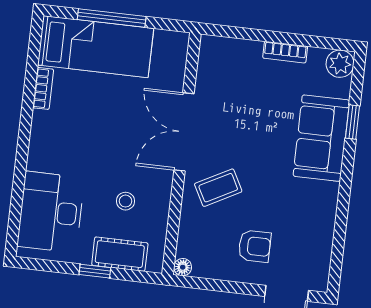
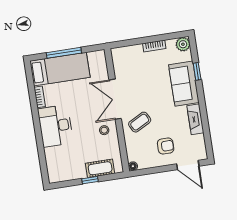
stool: (125, 201) -> (104, 130), moved
fireplace: (324, 211) -> (195, 119), added
desk: (51, 212) -> (55, 126), moved

